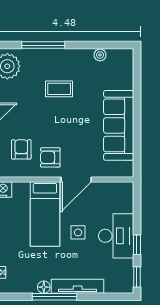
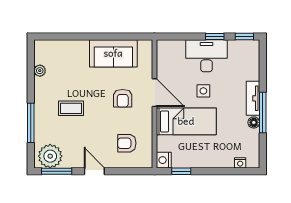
coffee table: (59, 89) -> (71, 108), turned 90
sofa: (119, 125) -> (113, 53), width x0.73
armchair: (50, 157) -> (123, 98), moved
tv unit: (78, 286) -> (253, 98), width x0.71

